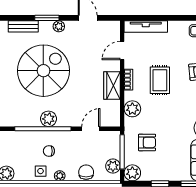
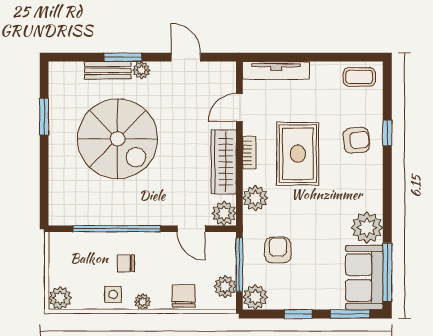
bench: (23, 26) -> (108, 70), moved
spiral stairs: (43, 71) -> (118, 139), turned 90
rug: (160, 80) -> (298, 154), width x1.36, depth x1.43
wardrobe: (112, 86) -> (224, 162), width x1.50
plant: (48, 119) -> (224, 213), moved
door: (91, 129) -> (191, 229), swing flipped
armchair: (147, 142) -> (278, 250), turned -90

